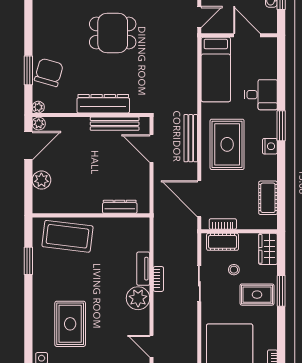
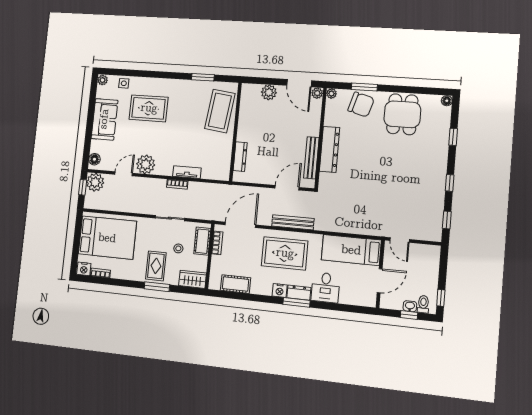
dining table: (113, 33) -> (402, 114), moved
dresser: (270, 124) -> (299, 293), added
plant: (138, 298) -> (146, 164), moved

